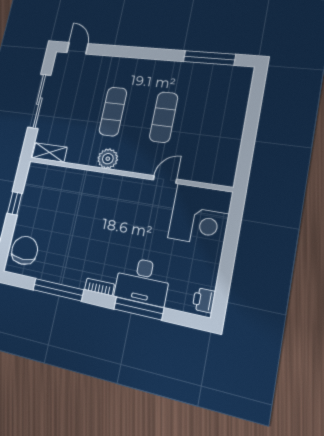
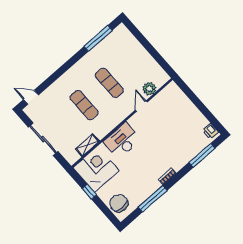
shelving: (49, 153) -> (87, 145), moved
plant: (108, 159) -> (149, 89), moved
corner desk: (200, 215) -> (96, 169), moved, turned -90
desk: (142, 281) -> (122, 141), moved, turned 180
window: (139, 308) -> (202, 155), moved

